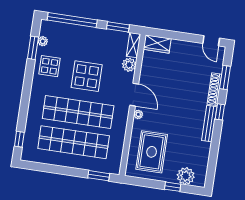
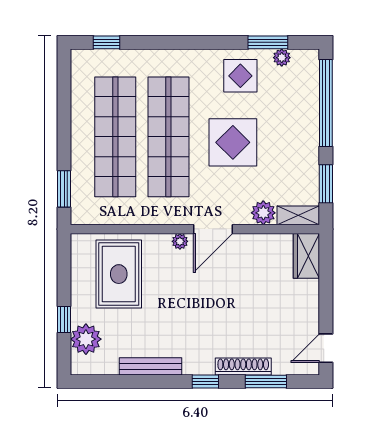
bench: (209, 124) -> (151, 366), moved
rug: (152, 152) -> (119, 274), turned 90

